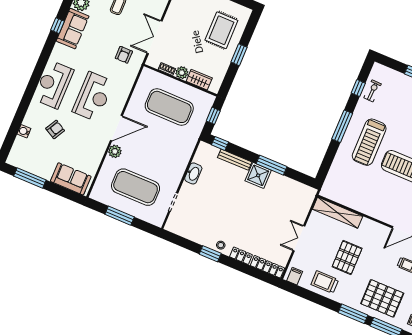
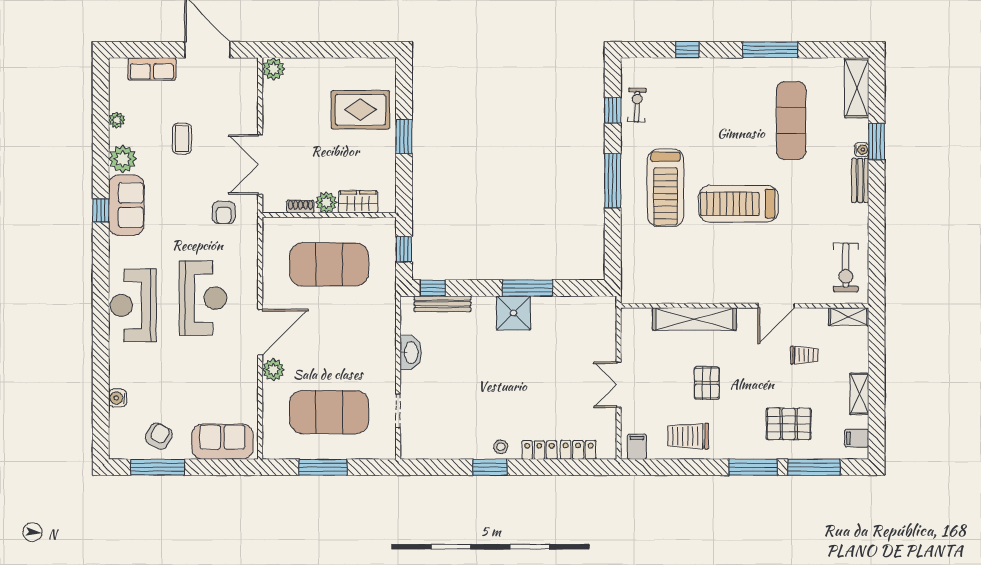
rug: (221, 30) -> (360, 110), turned 90
armchair: (55, 129) -> (159, 436), moved
bench: (235, 160) -> (442, 304), moved
shelving: (338, 213) -> (694, 319), moved
pallet: (347, 257) -> (707, 383), width x0.67, depth x0.71
locker: (267, 267) -> (578, 450), width x0.66
pallet: (382, 298) -> (789, 424), width x0.73, depth x0.71

